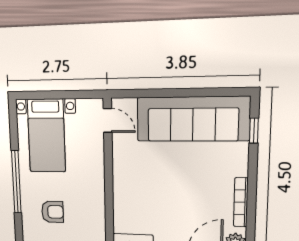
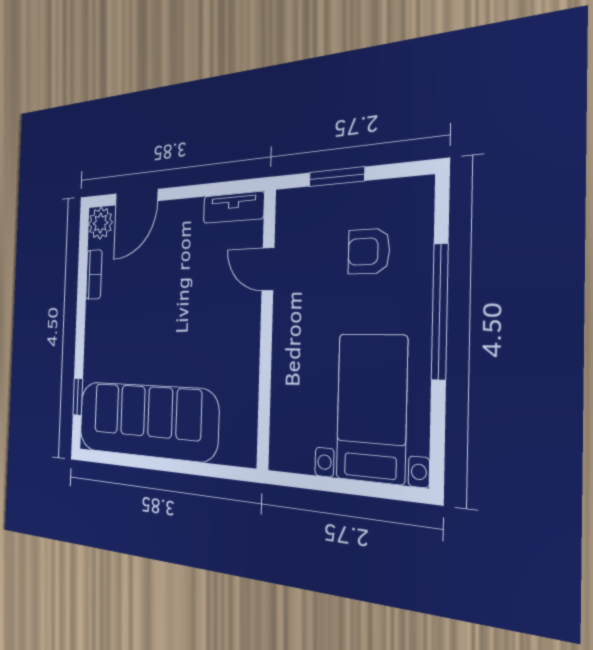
door: (108, 120) -> (268, 269), moved
bookcase: (241, 202) -> (94, 274), width x0.64

